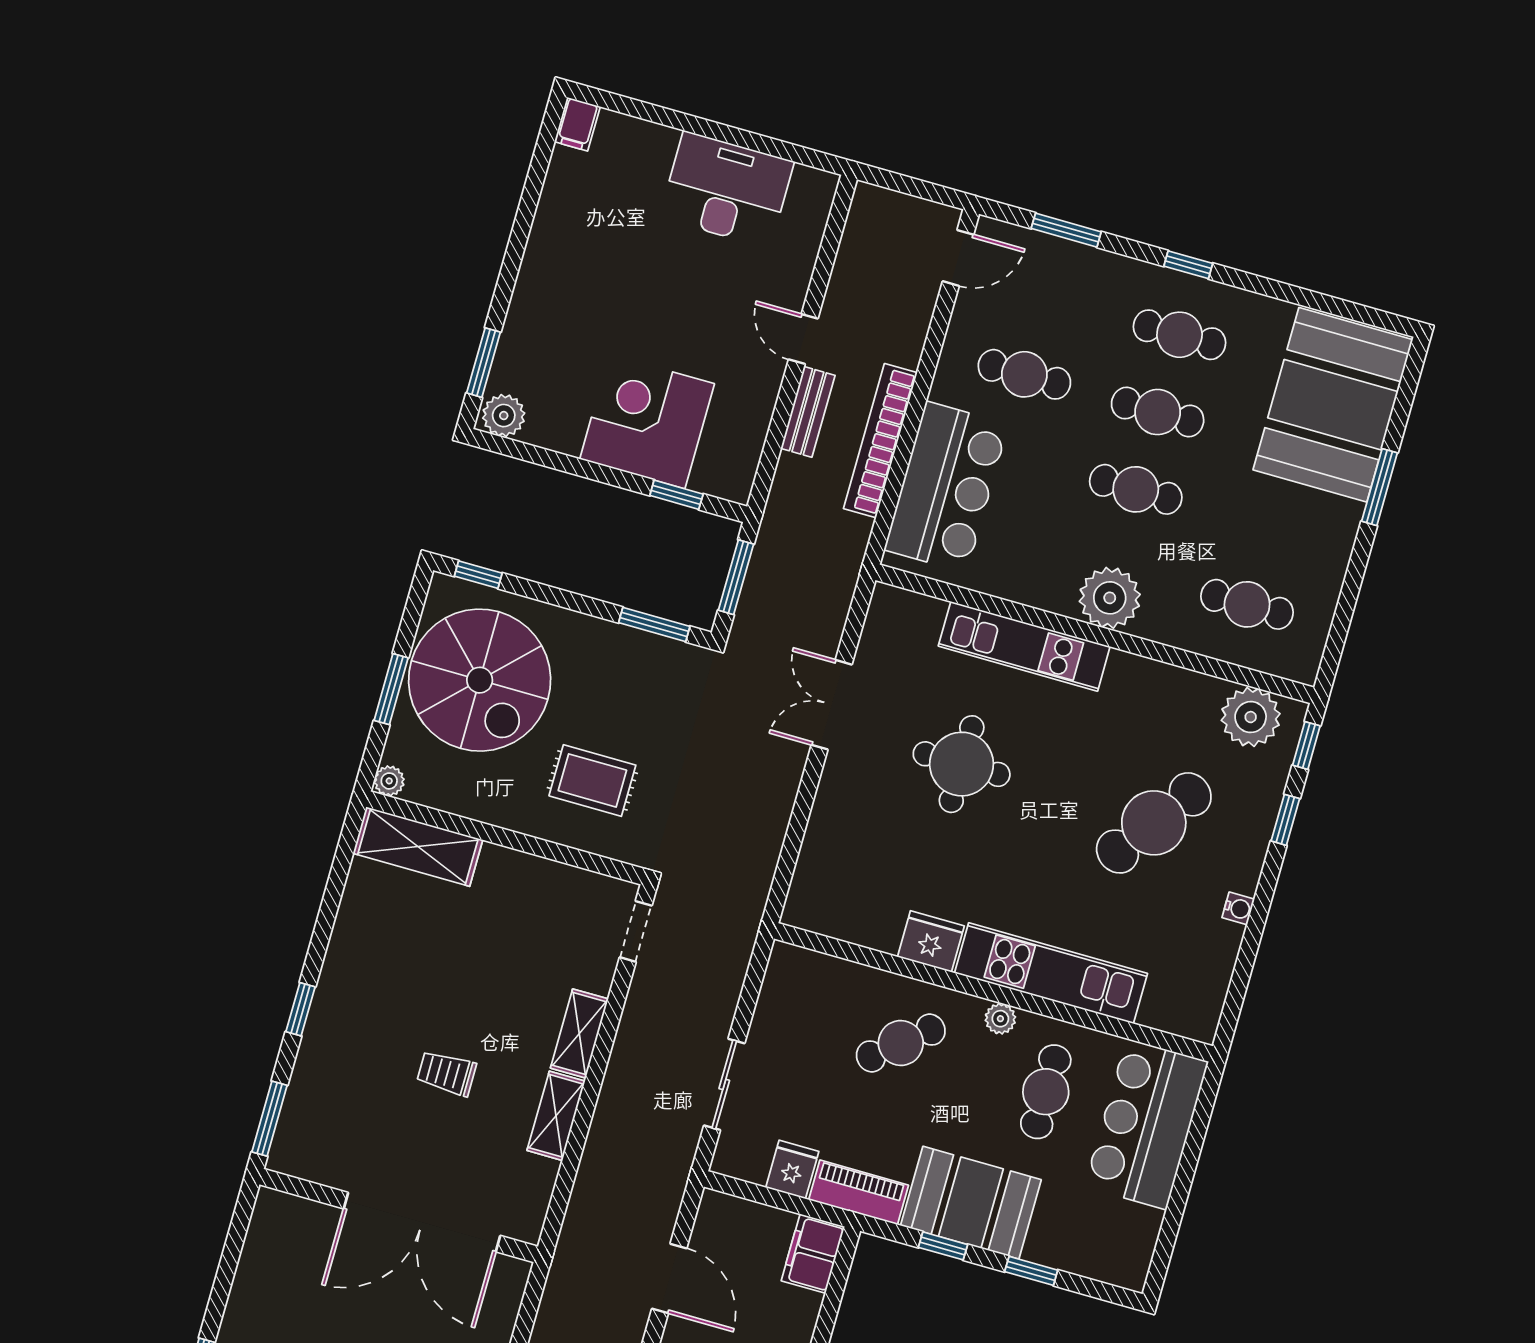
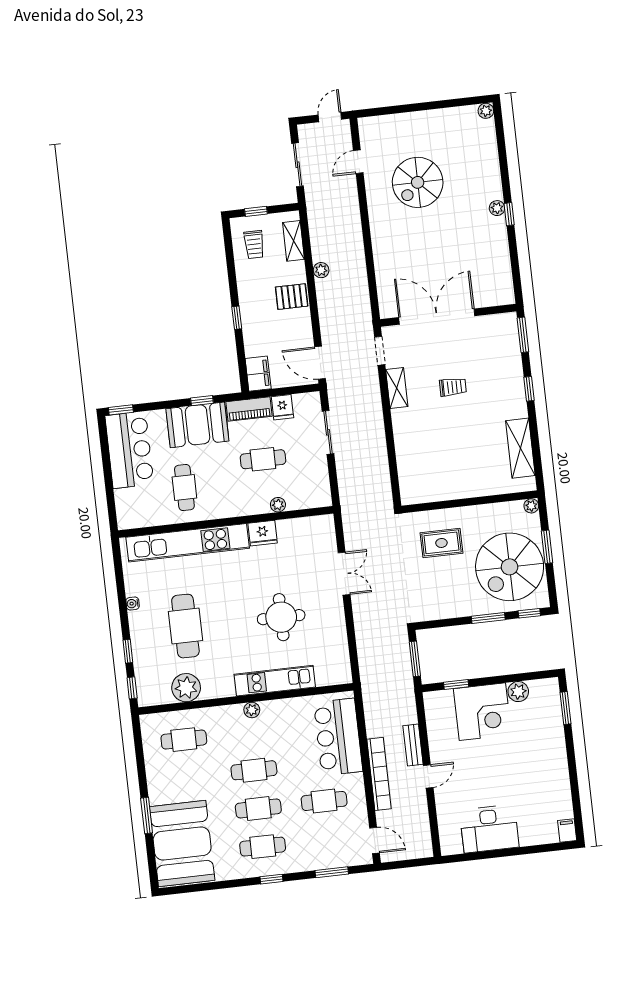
door: (958, 258) -> (374, 840), swing flipped
door: (803, 339) -> (428, 776), hinge flipped
plant: (504, 416) -> (518, 692), moved
bookcase: (880, 441) -> (379, 774), moved
plant: (1110, 598) -> (252, 710), width x0.53, depth x0.53
window: (654, 625) -> (488, 618), moved
spiral stairs: (480, 680) -> (510, 567), turned -90
double door: (832, 705) -> (344, 574), moved
plant: (1251, 717) -> (186, 688), moved
cafe table: (1154, 823) -> (185, 626), turned -36
shelving: (418, 847) -> (520, 448), moved, turned 90
doorway: (636, 931) -> (380, 351), moved
kitchen unit: (1051, 973) -> (188, 543), width x1.36
plant: (1000, 1019) -> (278, 505), moved
shelving: (579, 1034) -> (401, 429), removed
cafe table: (901, 1043) -> (263, 459), moved, turned 40
bar counter: (1146, 1124) -> (129, 450), moved
window: (1031, 1271) -> (121, 410), moved
door: (669, 1279) -> (320, 363), moved

